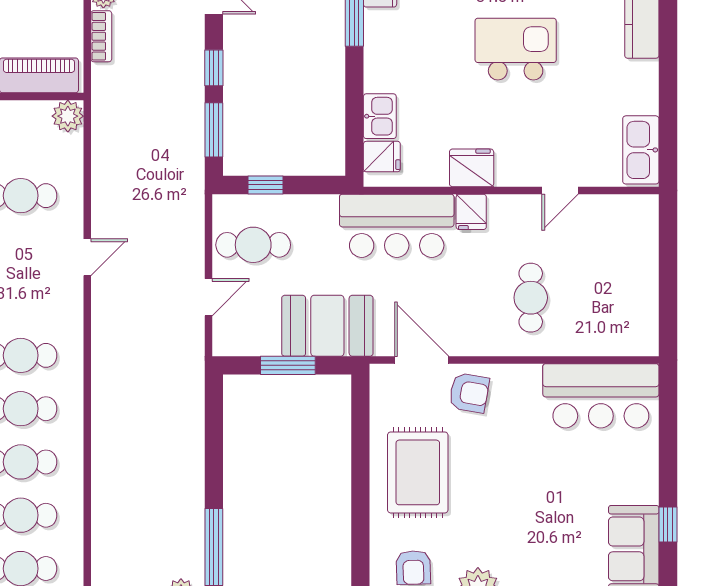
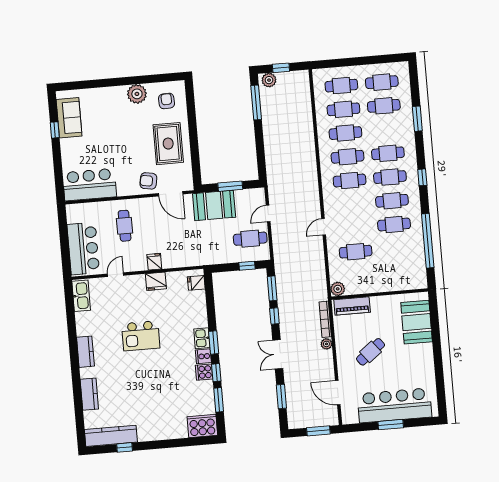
bookcase: (101, 36) -> (325, 319), width x1.56
kitchen sink: (380, 116) -> (202, 338), moved
bar counter: (397, 226) -> (83, 249), moved, turned 90

